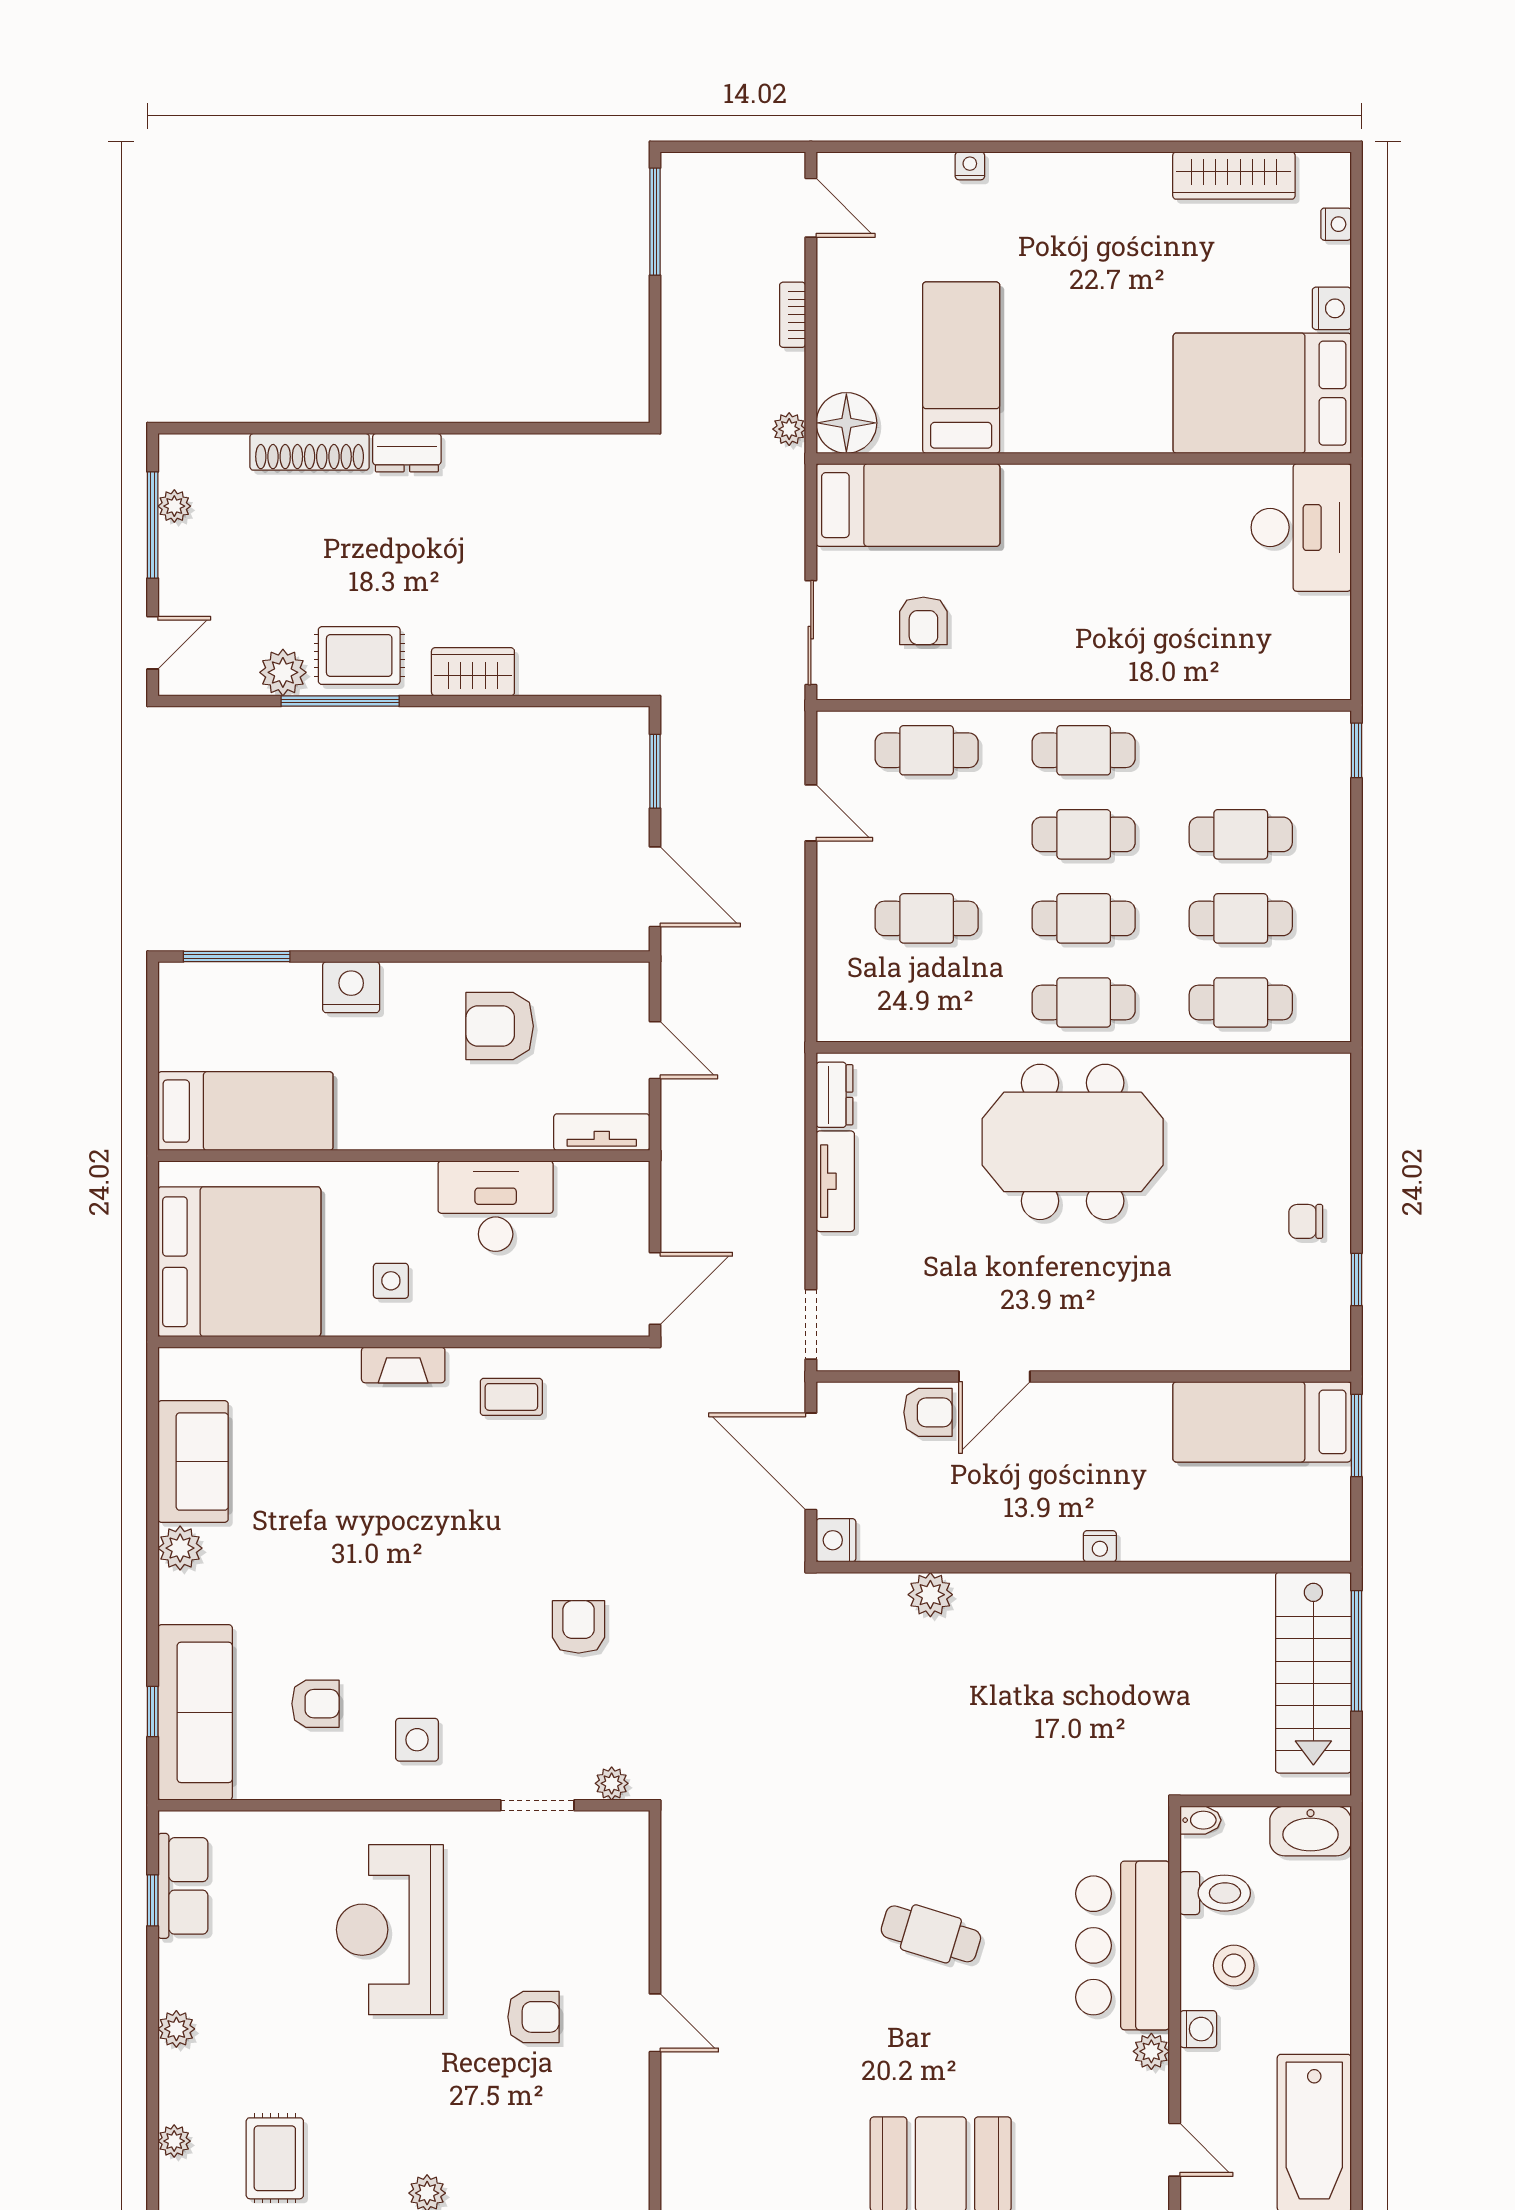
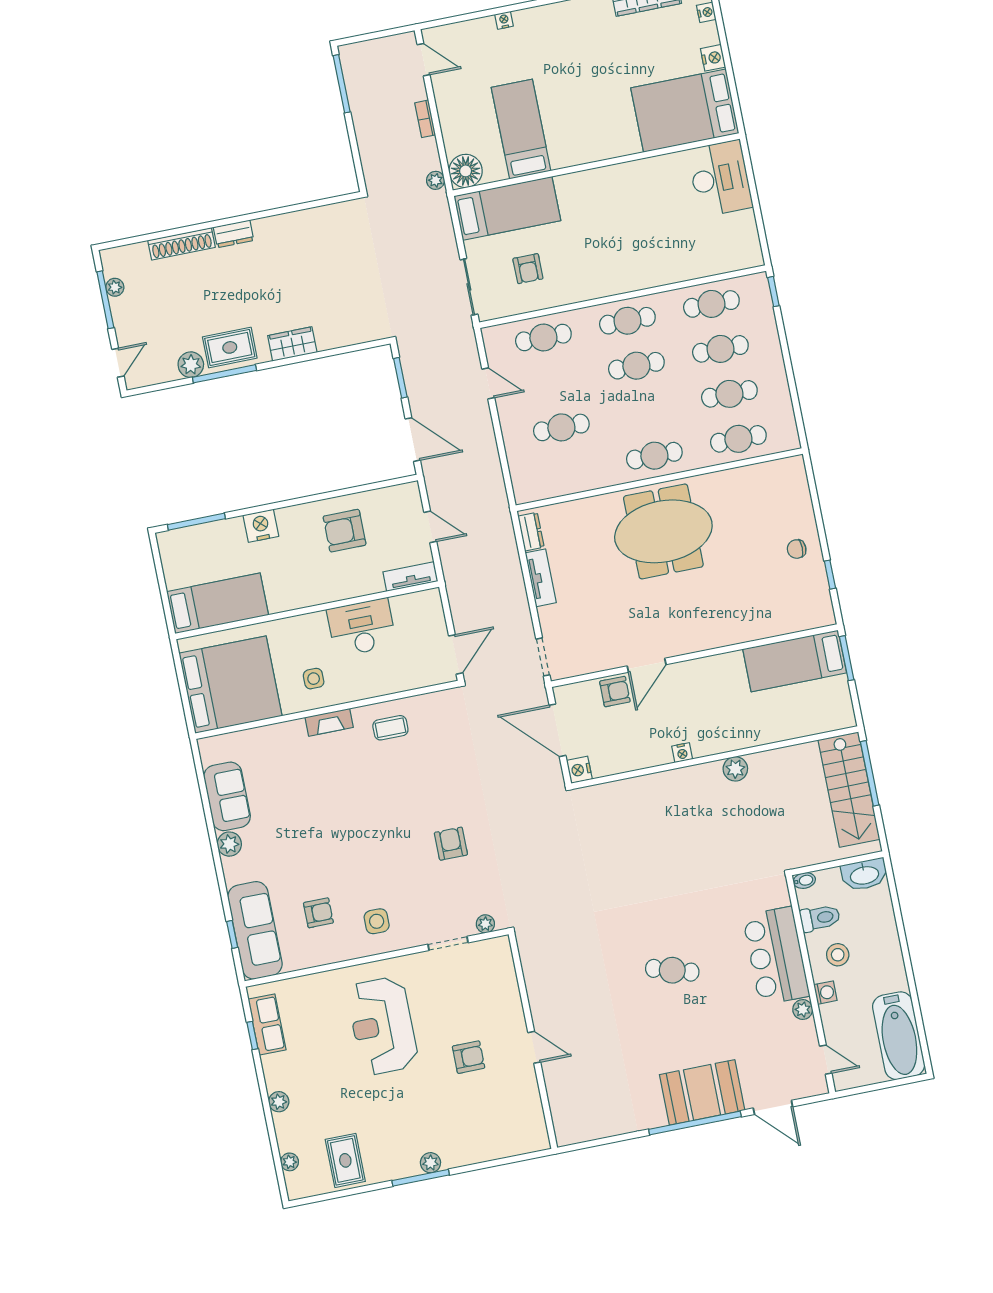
cafe table: (1084, 918) -> (711, 304), moved
nightstand: (1100, 1546) -> (682, 753), moved
plant: (930, 1595) -> (735, 769), moved

